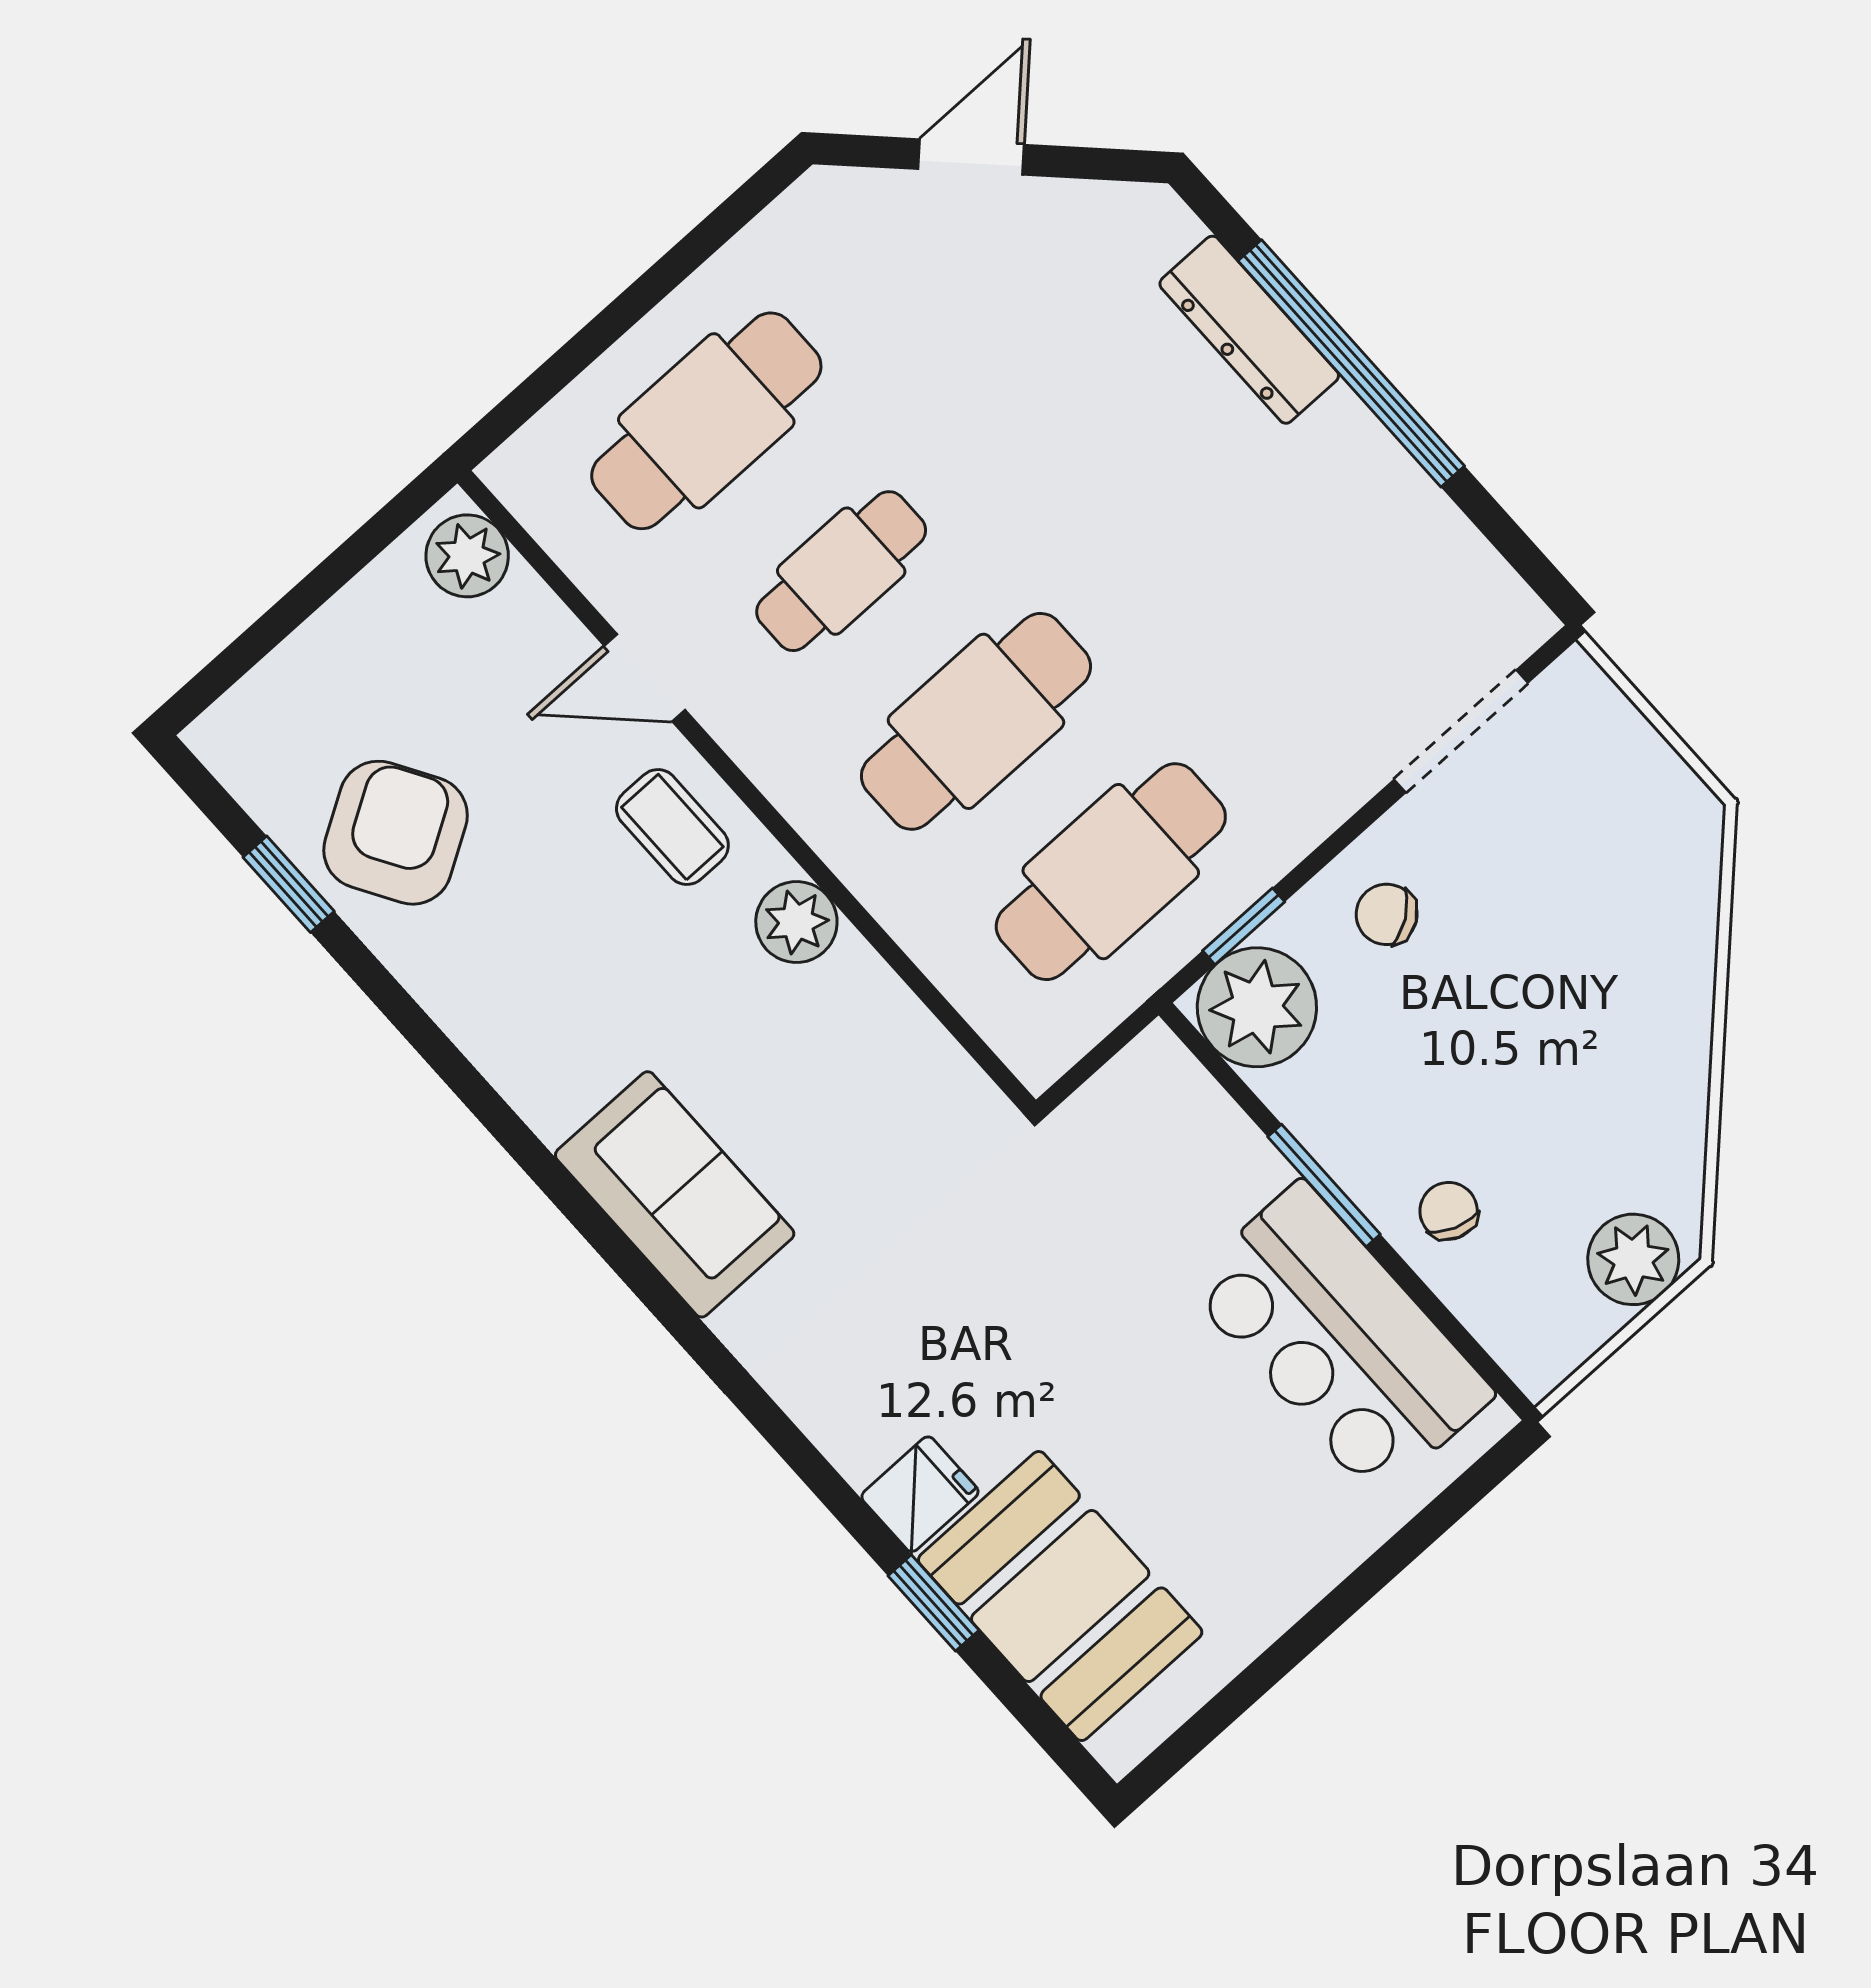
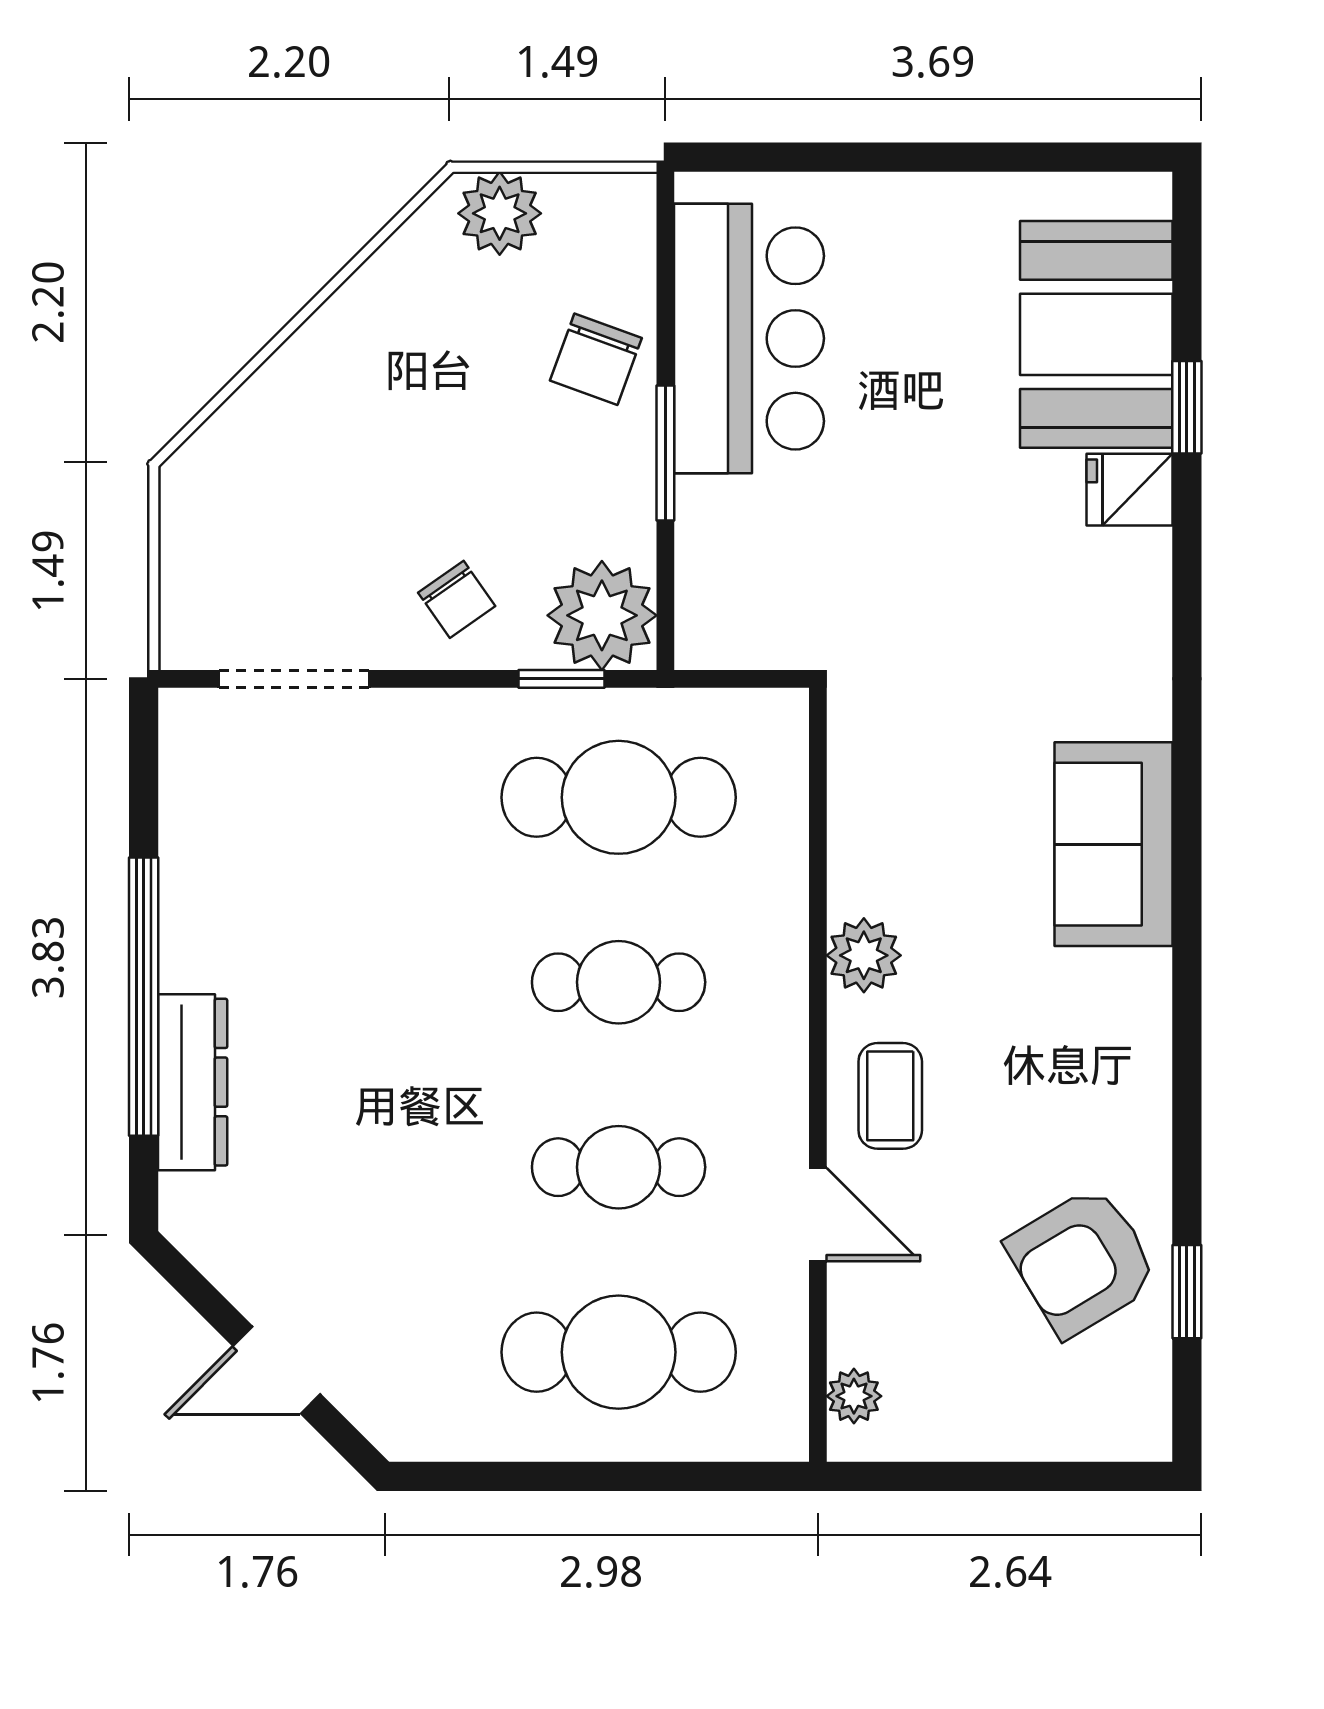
plant: (467, 556) -> (854, 1396), width x0.73, depth x0.73
cafe table: (976, 721) -> (619, 982), width x0.73, depth x0.74
chair: (1449, 1211) -> (596, 359), width x1.37, depth x1.37

